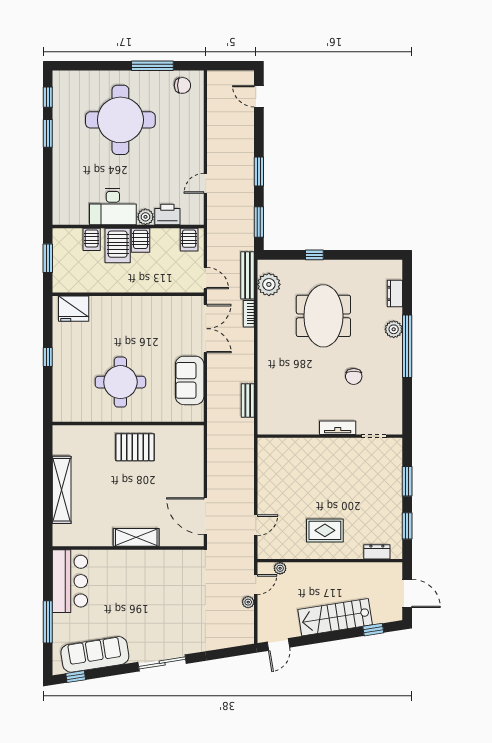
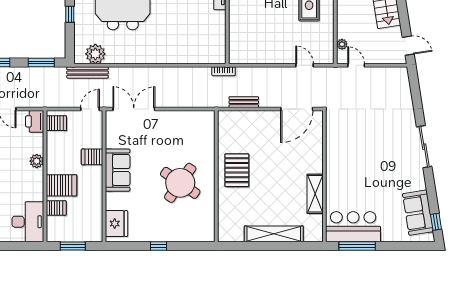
desk: (113, 207) -> (28, 222), moved
printer: (167, 215) -> (35, 121), moved
server rack: (140, 240) -> (92, 157), moved, turned 180
bookcase: (249, 314) -> (224, 71), moved
sofa: (190, 380) -> (118, 170), moved, turned -90
round table: (120, 382) -> (180, 183), turned 35
bench: (248, 400) -> (244, 102), moved
shelving: (136, 537) -> (315, 194), moved
plant: (248, 602) -> (371, 72), removed
window: (48, 622) -> (357, 246), moved
sofa: (95, 654) -> (418, 213), width x0.73

